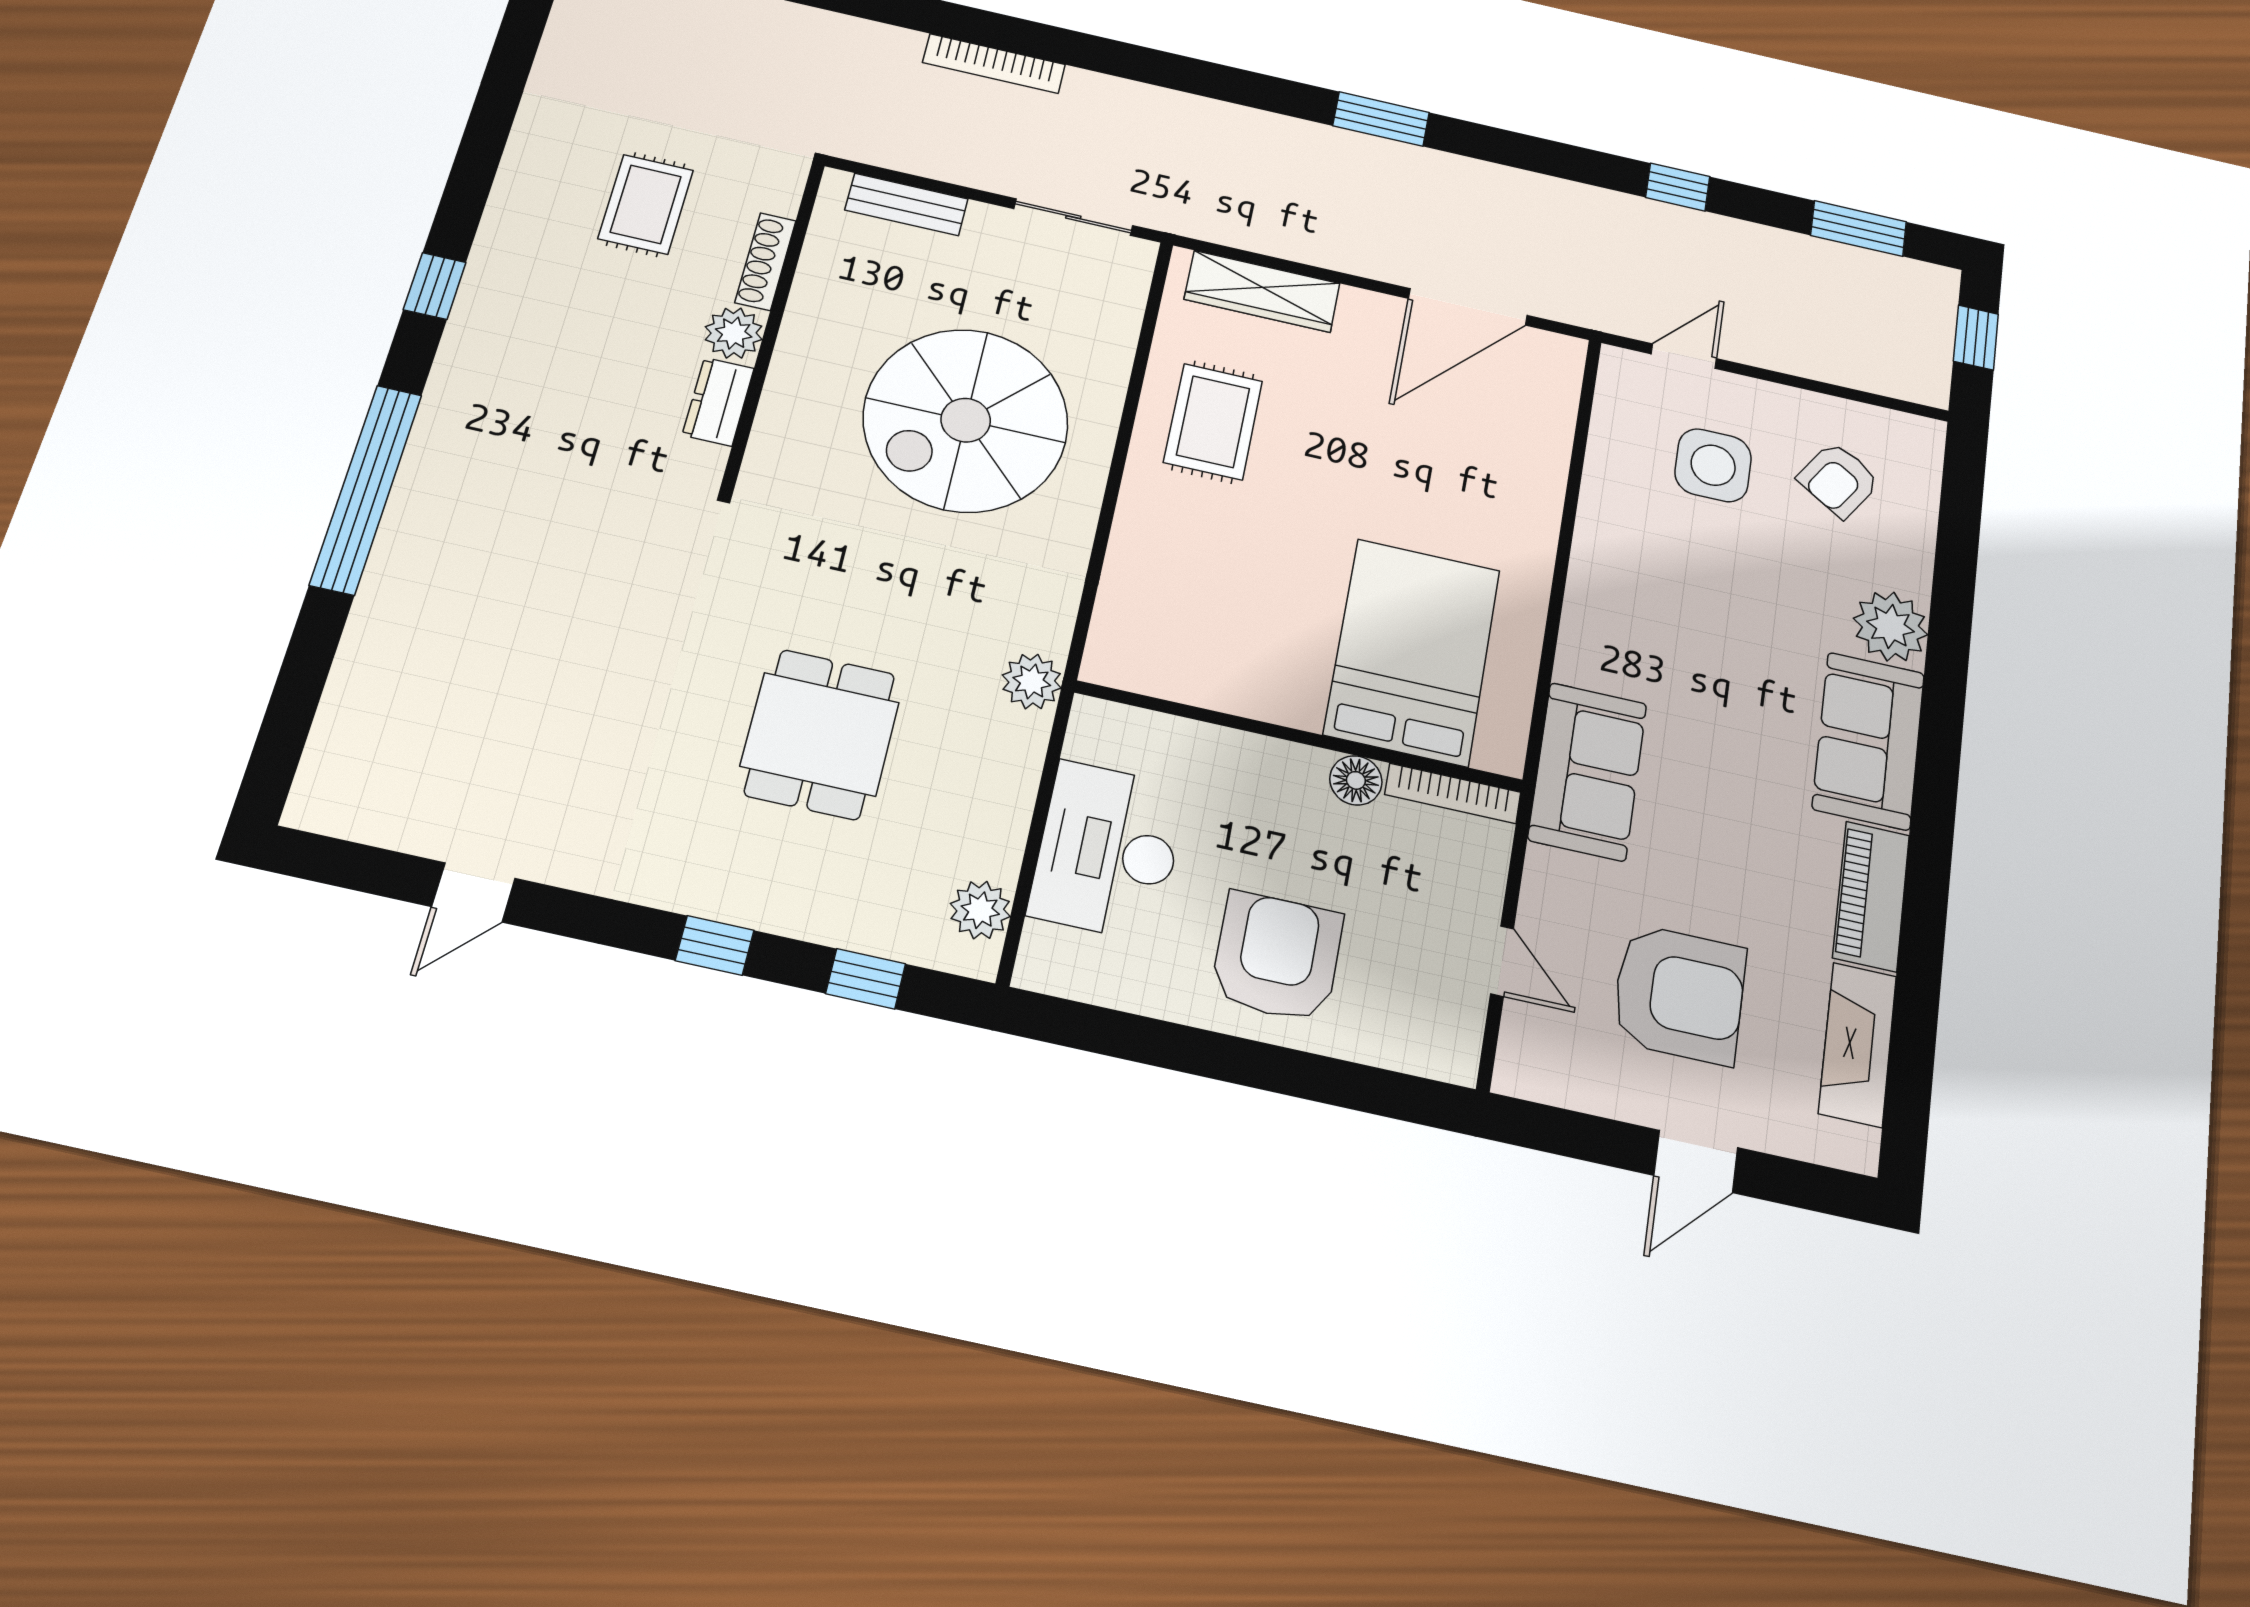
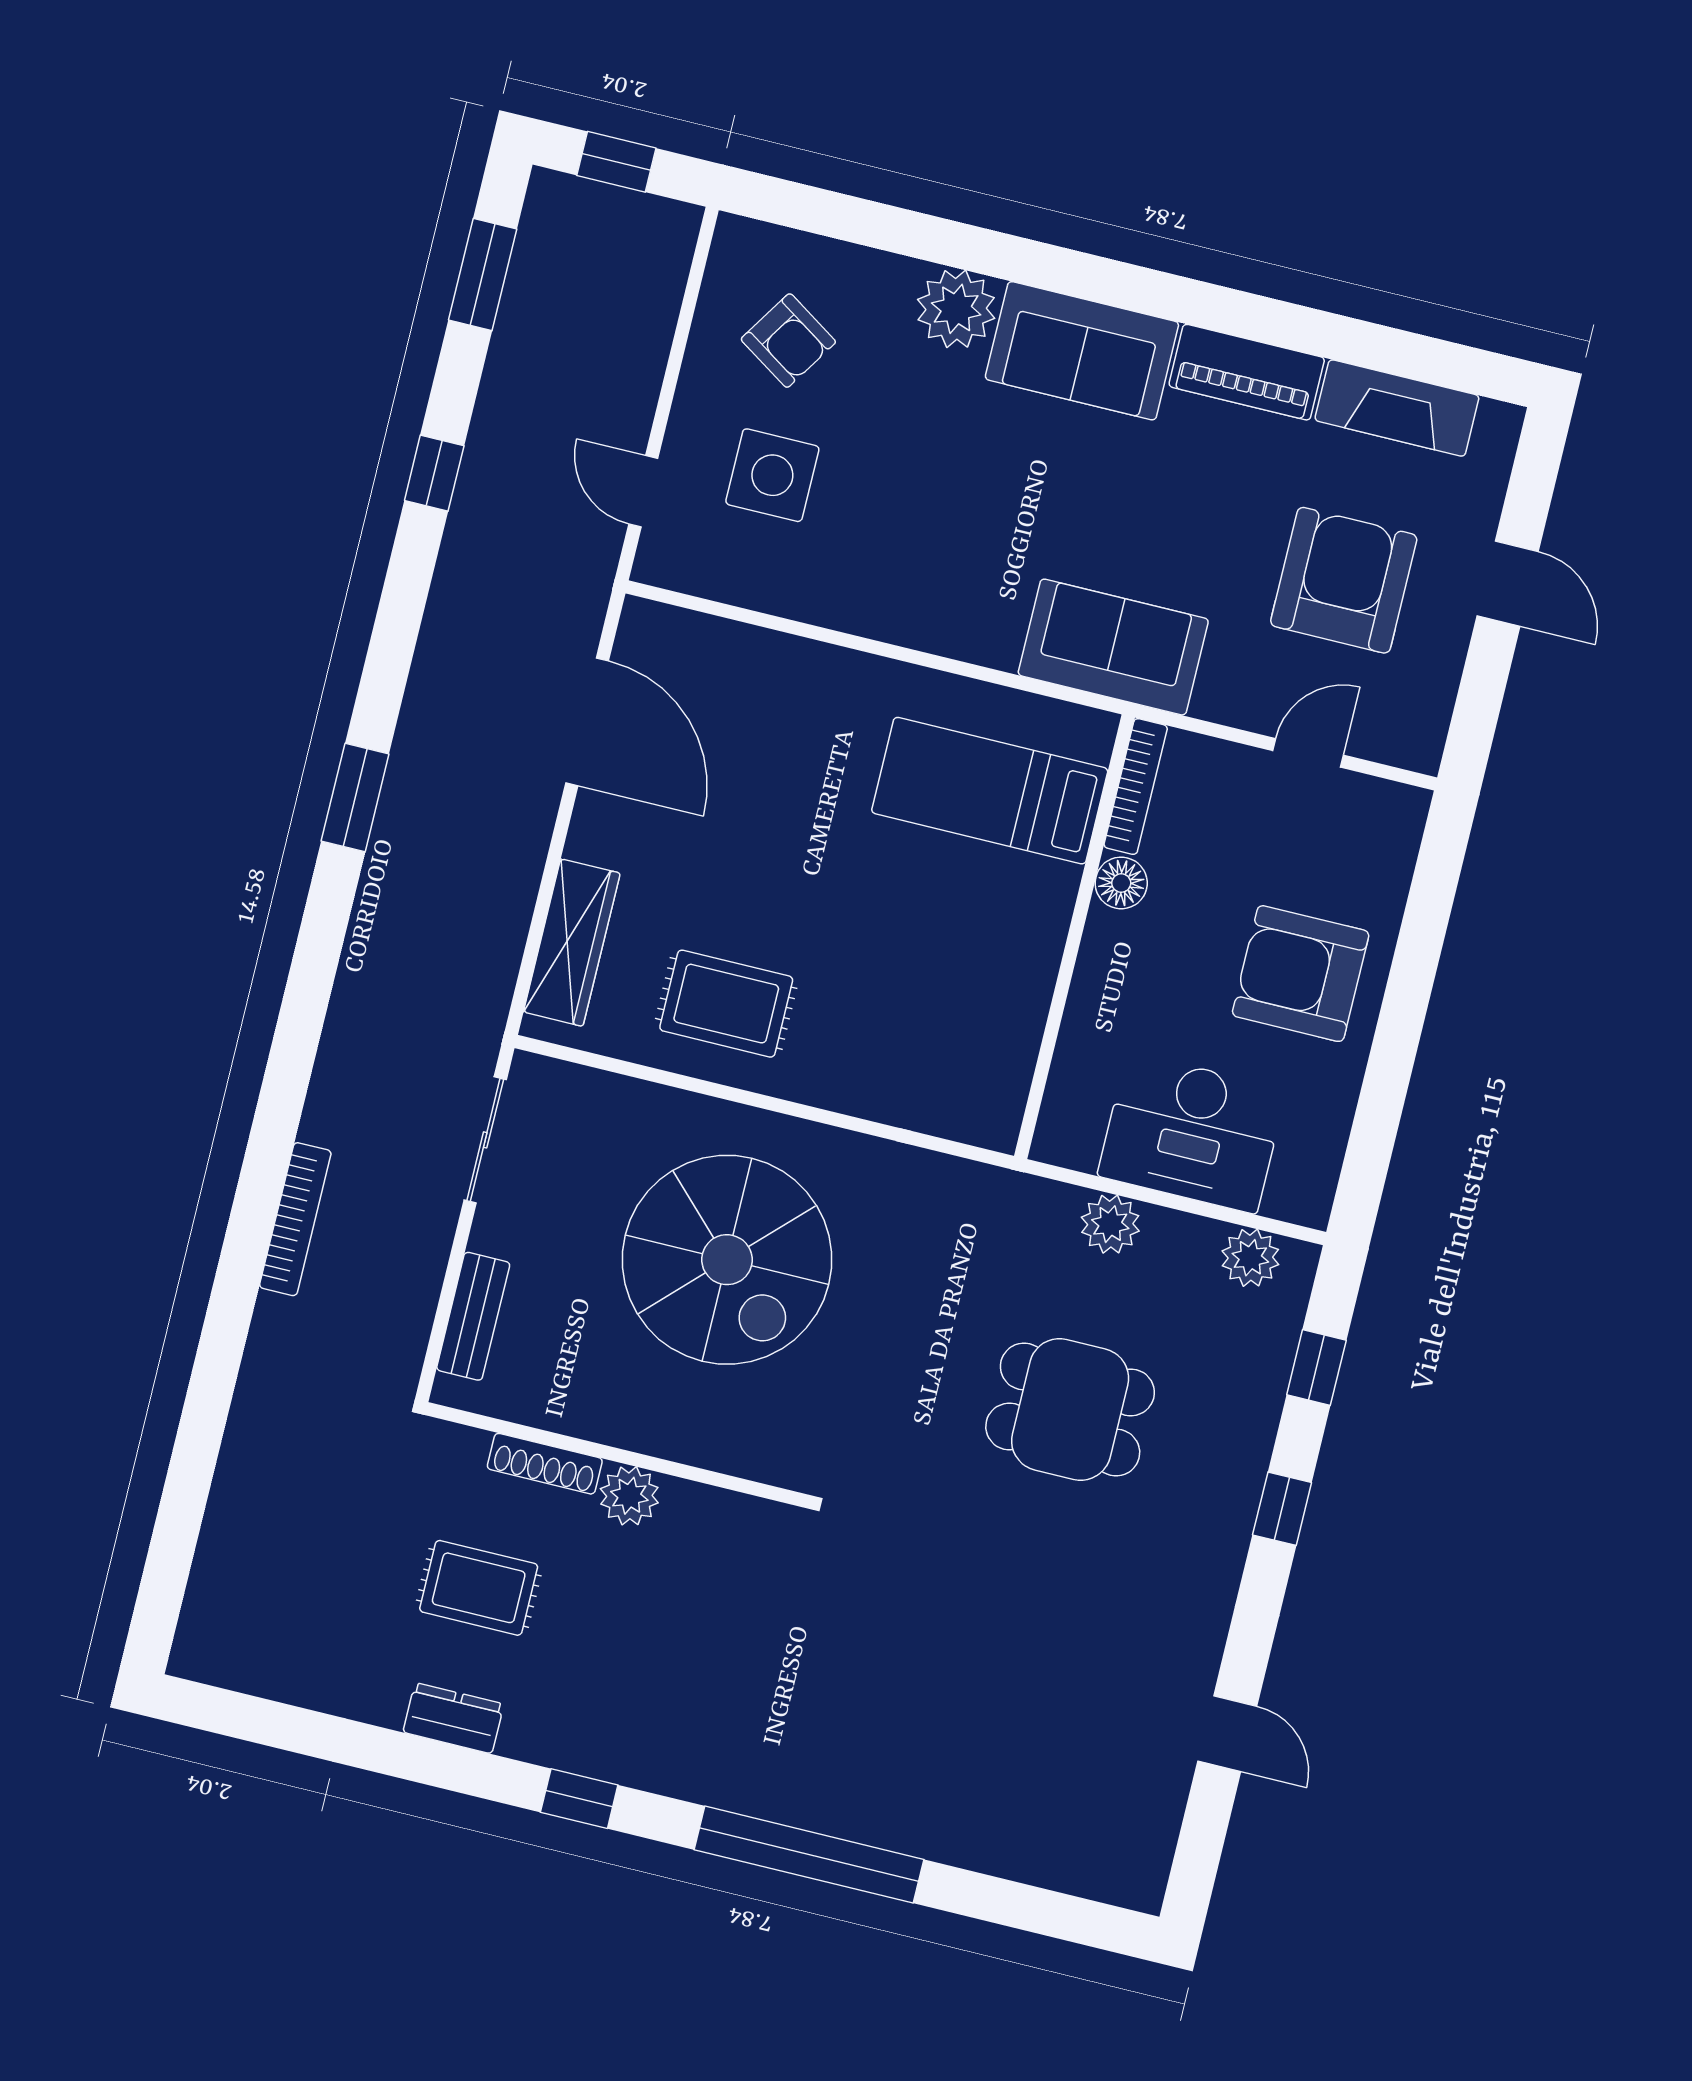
dresser: (718, 402) -> (453, 1718), moved, turned 180
bed: (1412, 652) -> (990, 791), width x0.67
plant: (1032, 681) -> (1110, 1224), moved

